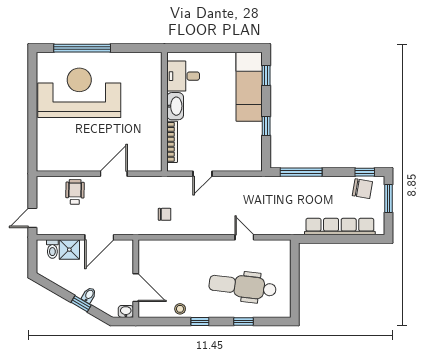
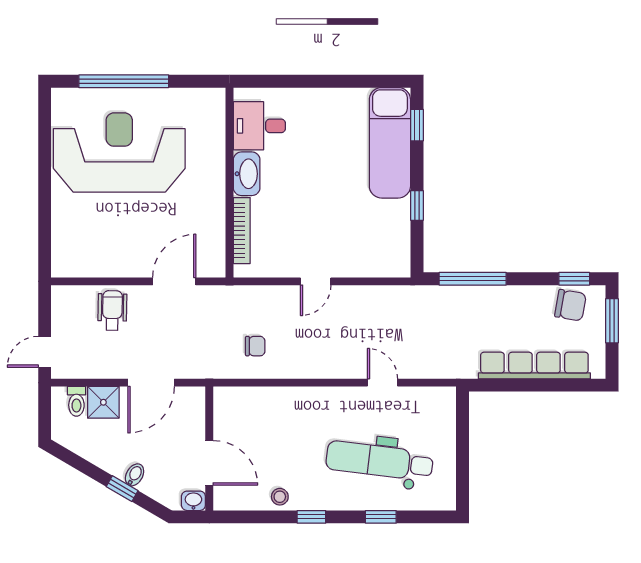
desk: (183, 76) -> (259, 126), moved
washbasin: (175, 106) -> (247, 174), moved
wall: (164, 112) -> (230, 183), moved
bookcase: (172, 142) -> (242, 231), moved

